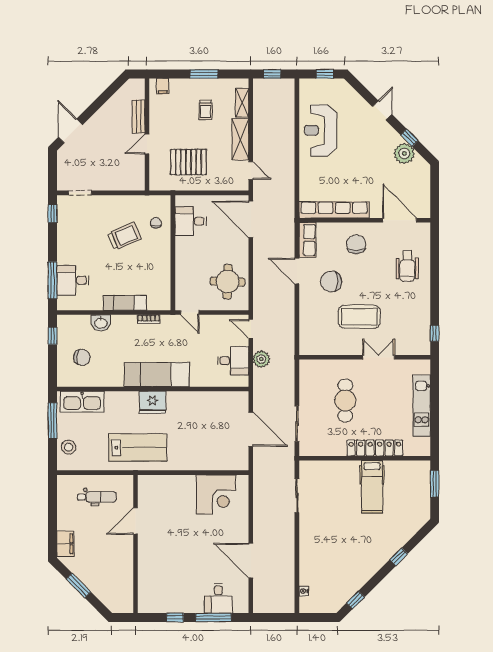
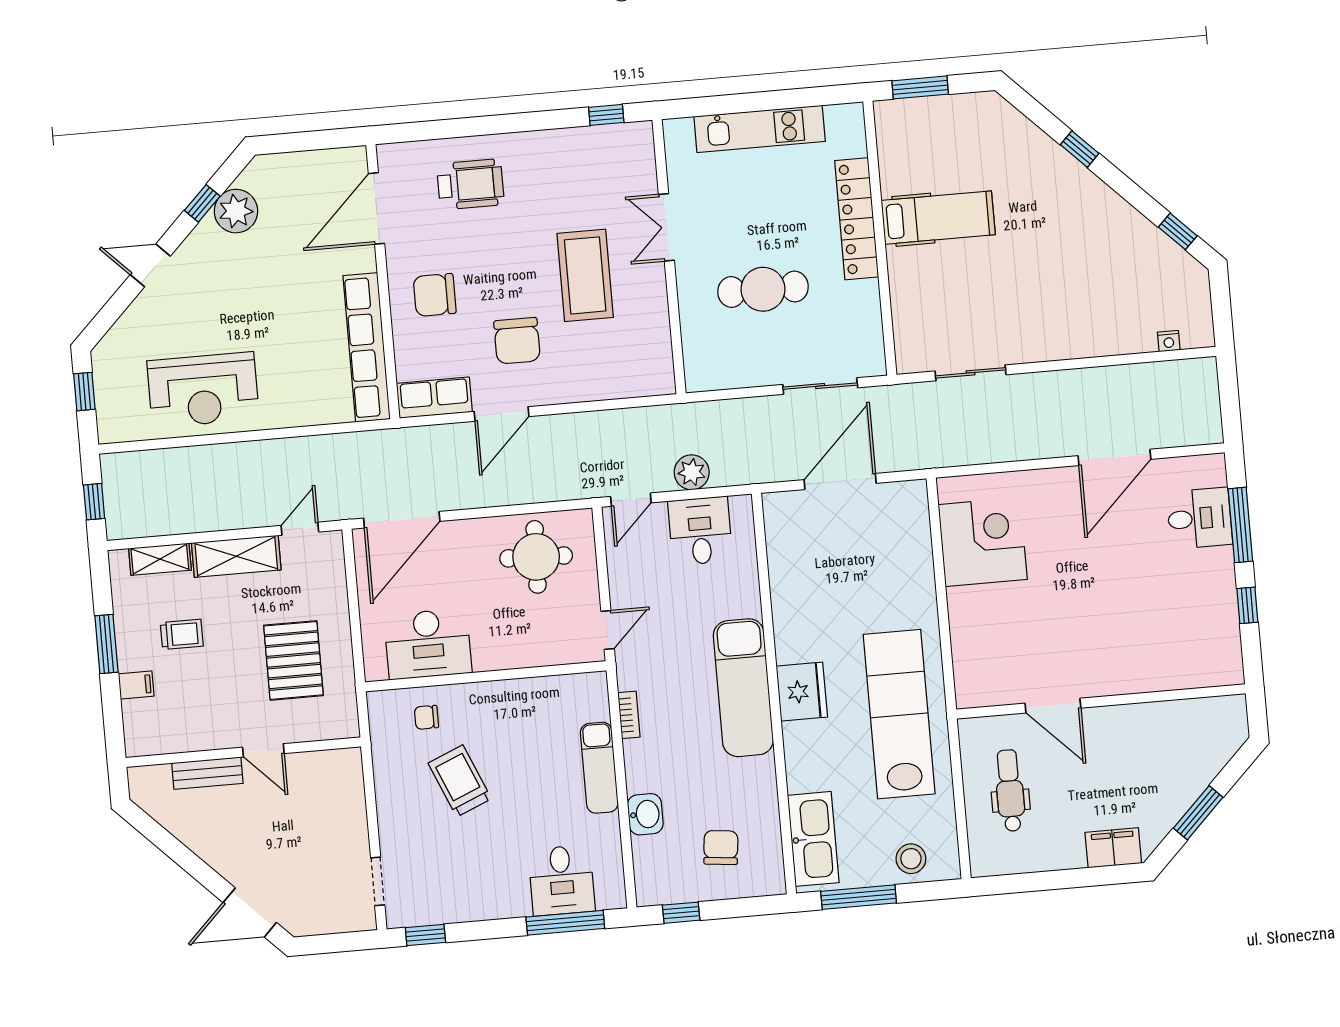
filing cabinet: (163, 86) -> (136, 685), moved
desk: (191, 221) -> (428, 644), width x1.37
lab bench: (138, 448) -> (899, 714), width x1.36

